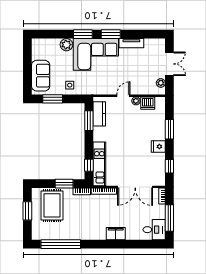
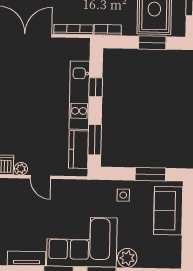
door: (123, 96) -> (40, 177), hinge flipped
kitchen unit: (99, 164) -> (79, 95), moved
window: (89, 165) -> (96, 87), moved
window: (64, 184) -> (152, 43), moved

